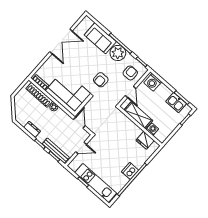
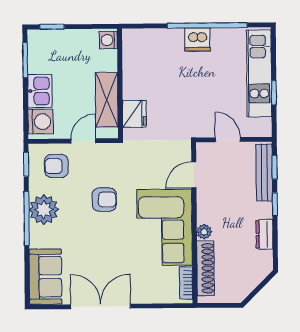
sofa: (100, 38) -> (45, 277), moved
kitchen sink: (176, 103) -> (40, 91), moved
washing machine: (152, 129) -> (108, 40), moved
fridge: (145, 140) -> (134, 114), moved

